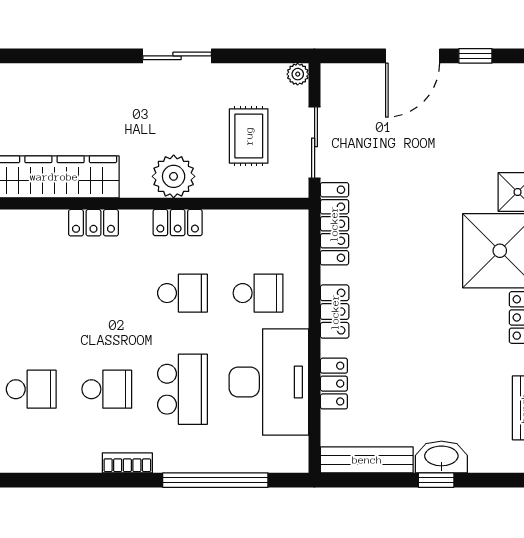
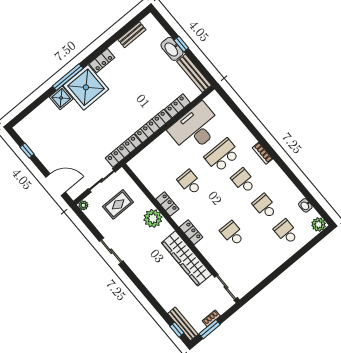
door: (413, 56) -> (56, 185), moved
school desk: (258, 293) -> (232, 234), moved
locker: (335, 312) -> (153, 126), width x1.53
window: (215, 480) -> (244, 119), removed

